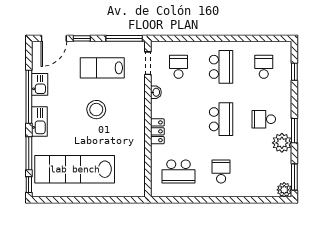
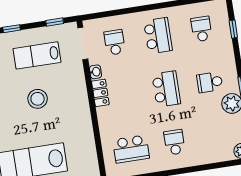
window: (124, 38) -> (55, 22), width x0.46
doorway: (148, 63) -> (83, 43), width x1.38
locker: (157, 131) -> (100, 93), moved

